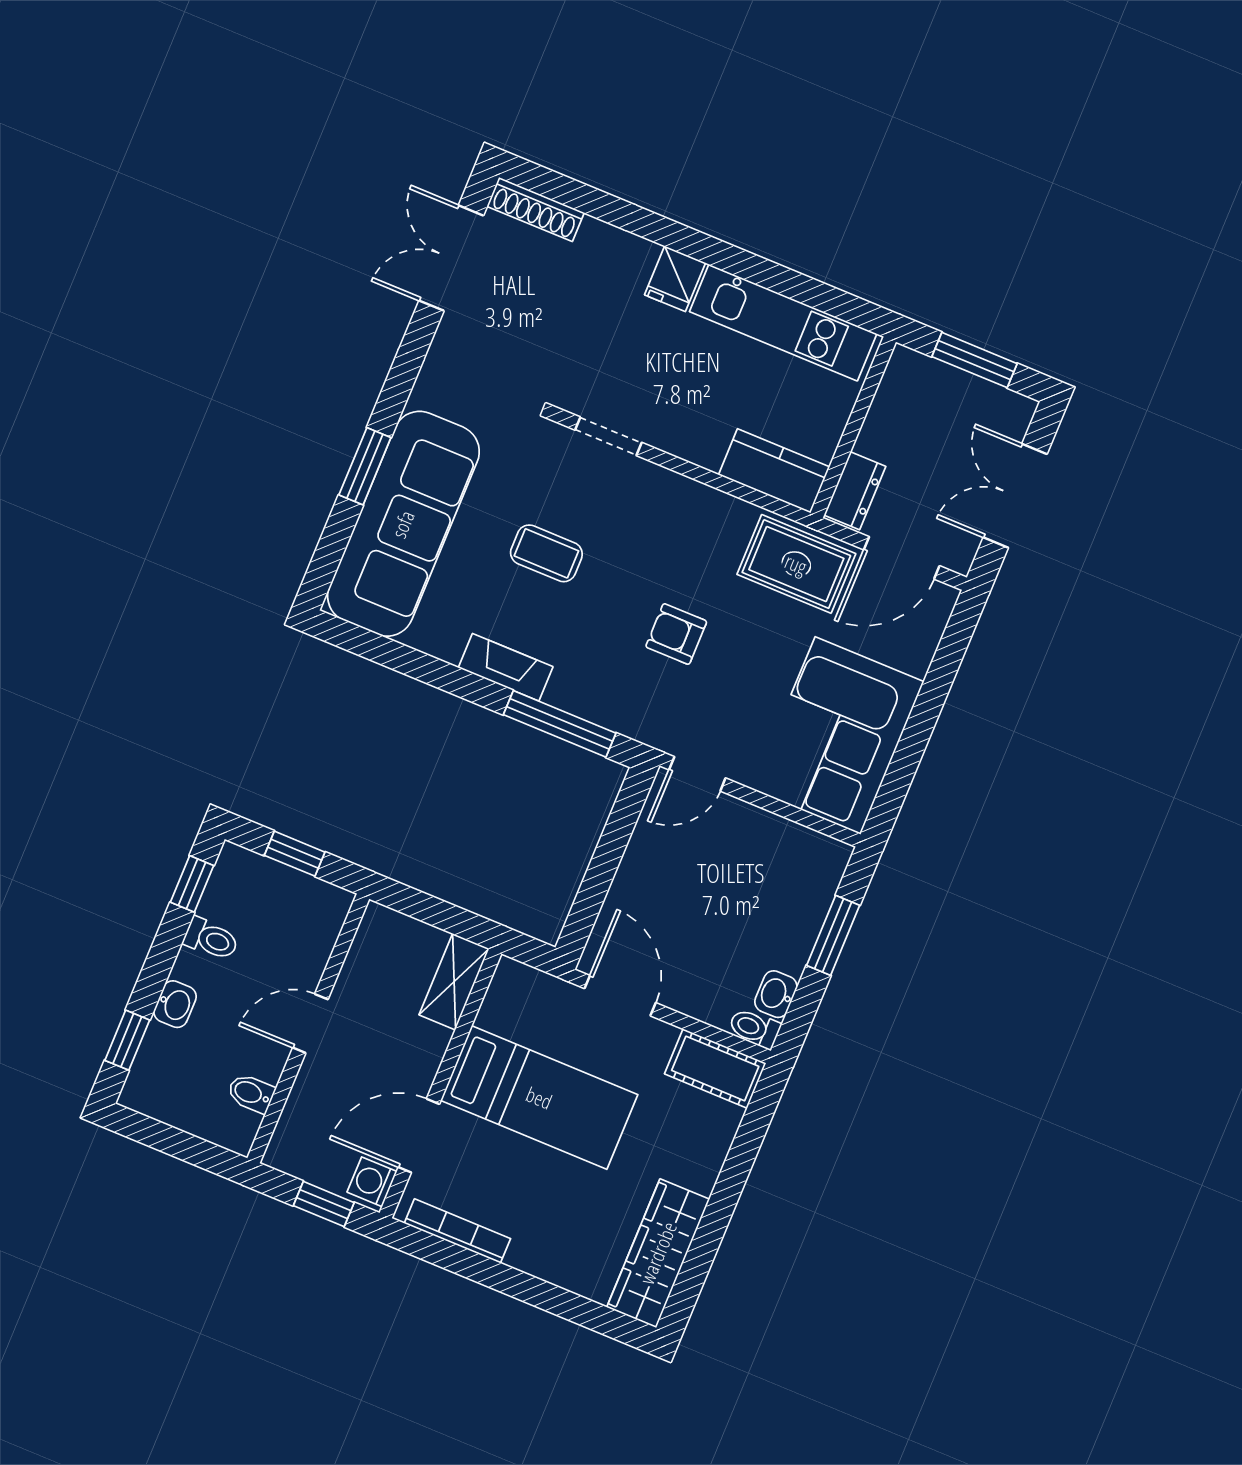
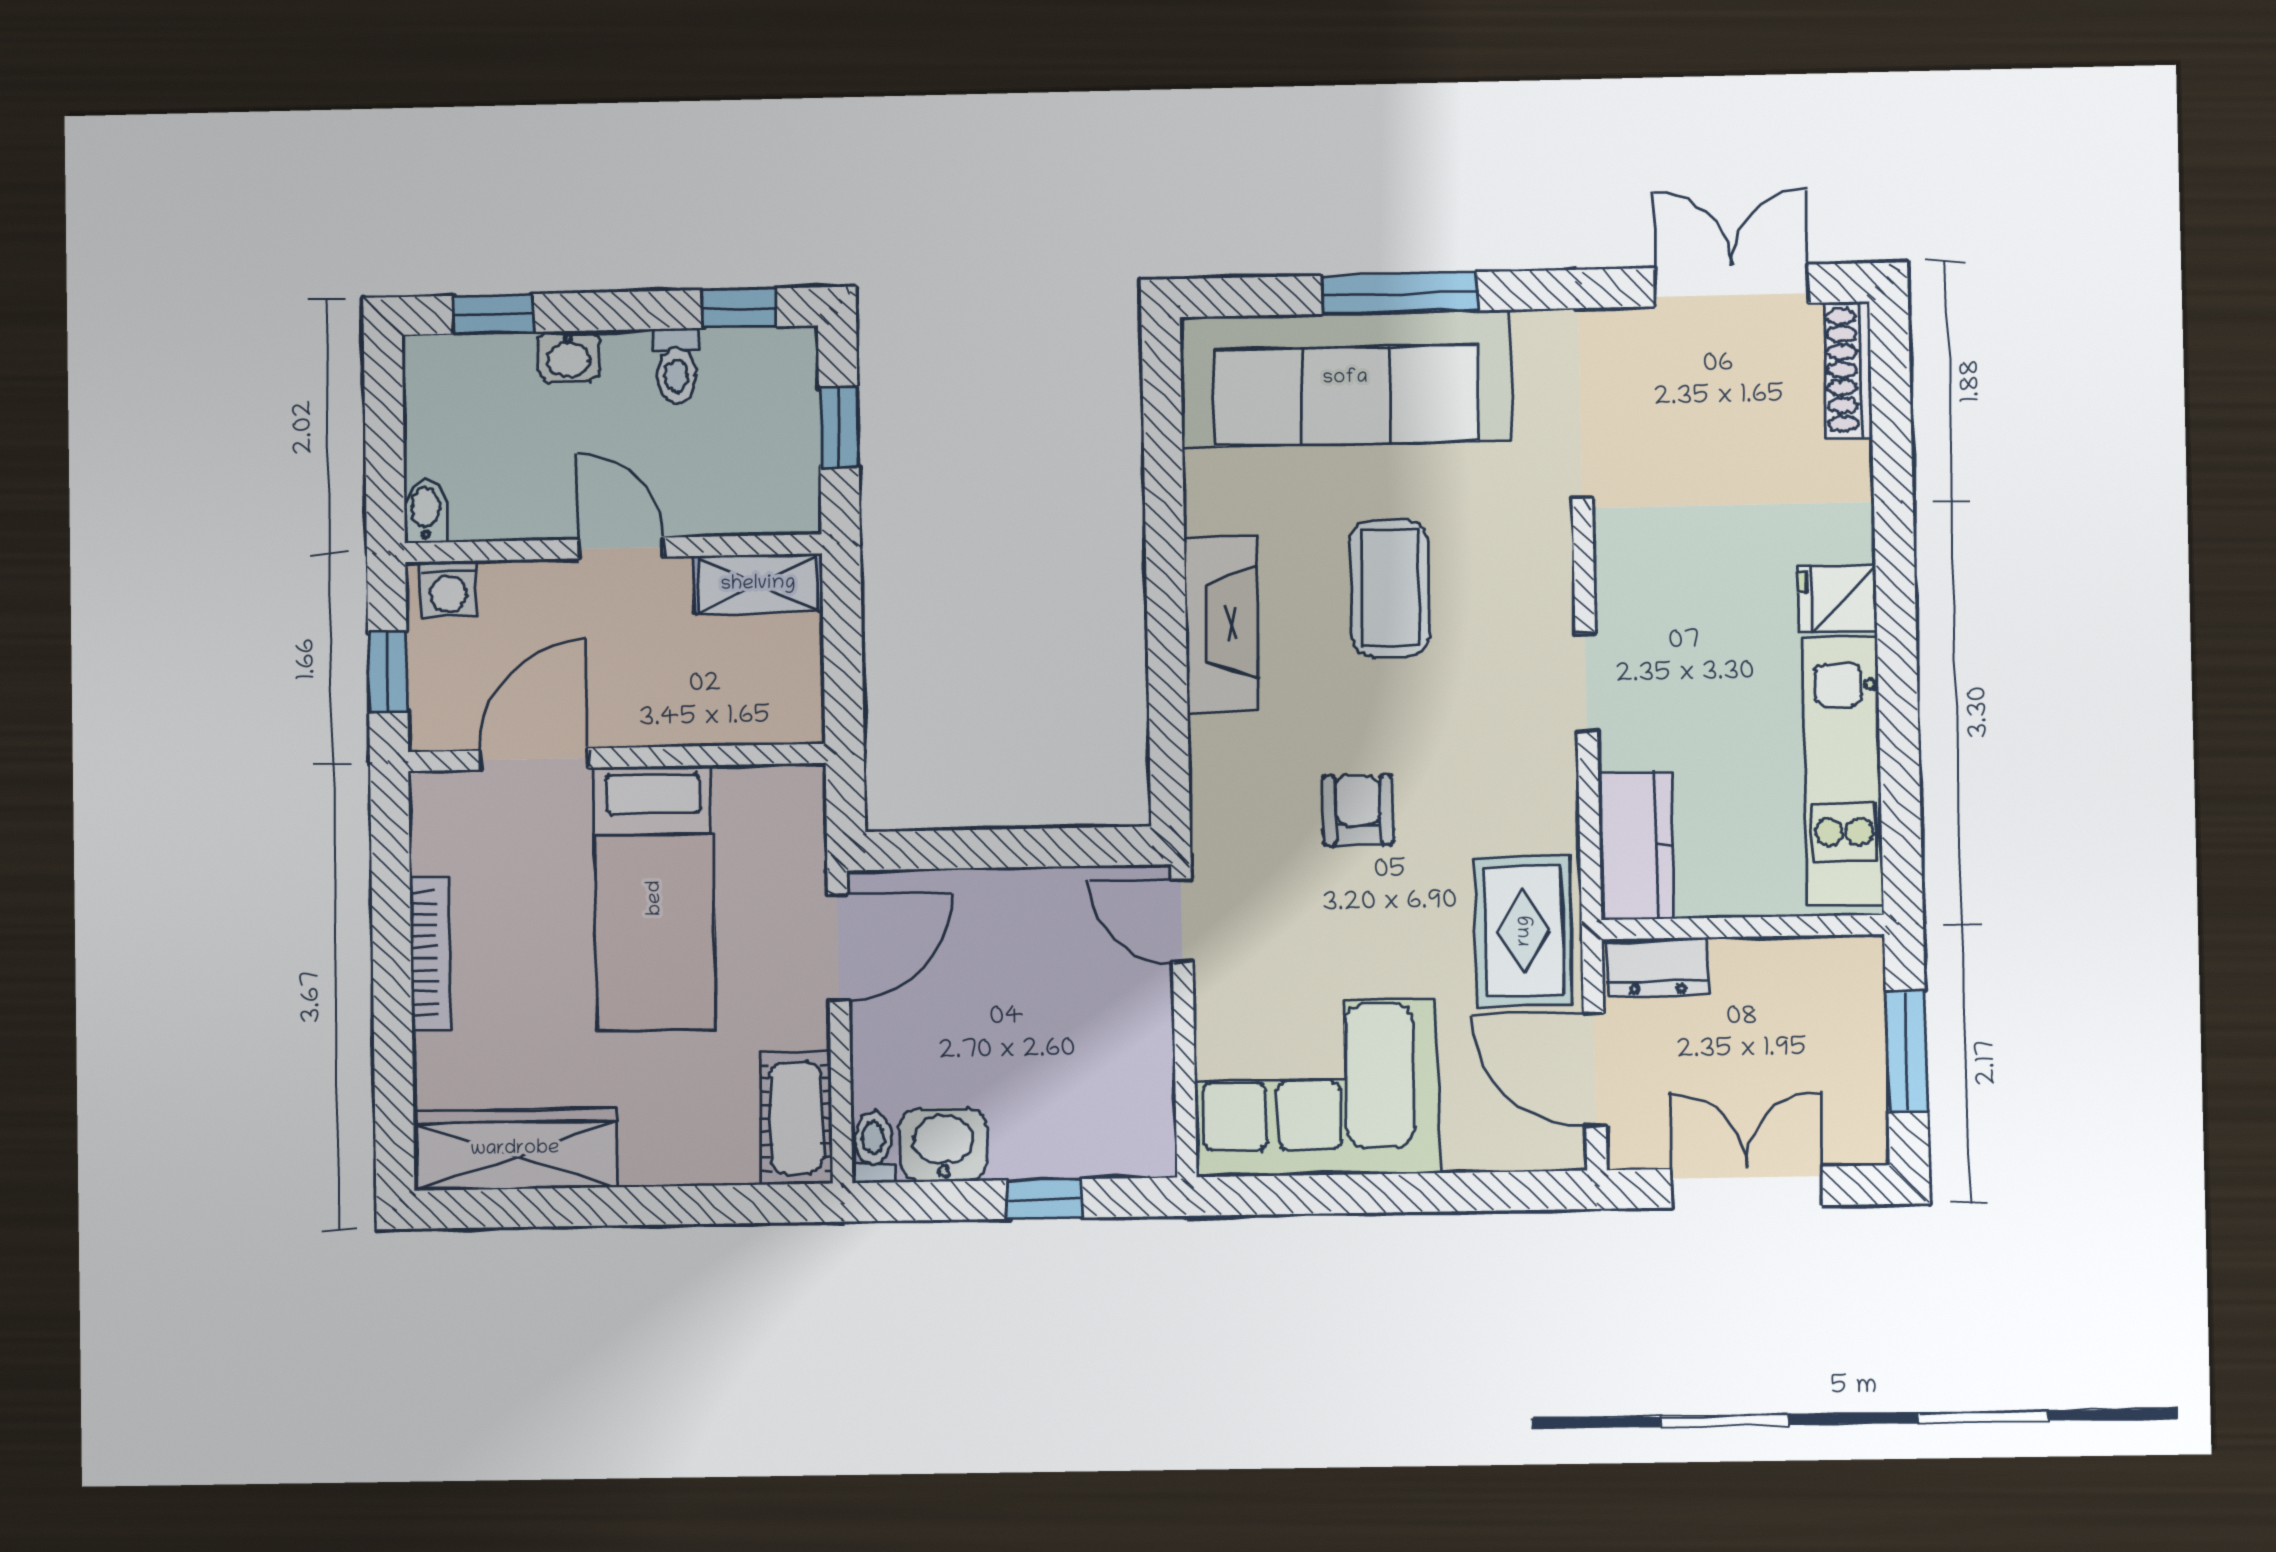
doorway: (608, 436) -> (1586, 683), moved
window: (365, 466) -> (1400, 293), width x1.44
coffee table: (546, 553) -> (1390, 588), width x1.36, depth x1.30
fireplace: (506, 667) -> (1222, 624), width x1.37, depth x1.32
window: (560, 724) -> (1168, 706), removed
window: (833, 935) -> (1044, 1199), width x0.67
shelving: (454, 982) -> (758, 584), moved
washbasin: (776, 994) -> (943, 1145), width x1.38, depth x1.45
bidet: (251, 1093) -> (426, 511), moved
door: (419, 1136) -> (534, 759), hinge flipped
washing machine: (372, 1182) -> (448, 589), moved, turned 180
bookcase: (457, 1231) -> (430, 953), moved

